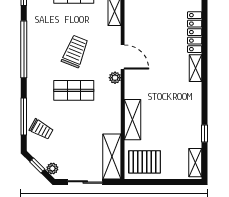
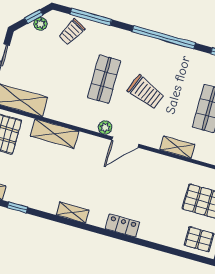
locker: (195, 32) -> (122, 225), width x0.66
shelving: (196, 68) -> (73, 213), moved
plant: (52, 168) -> (40, 24), moved

